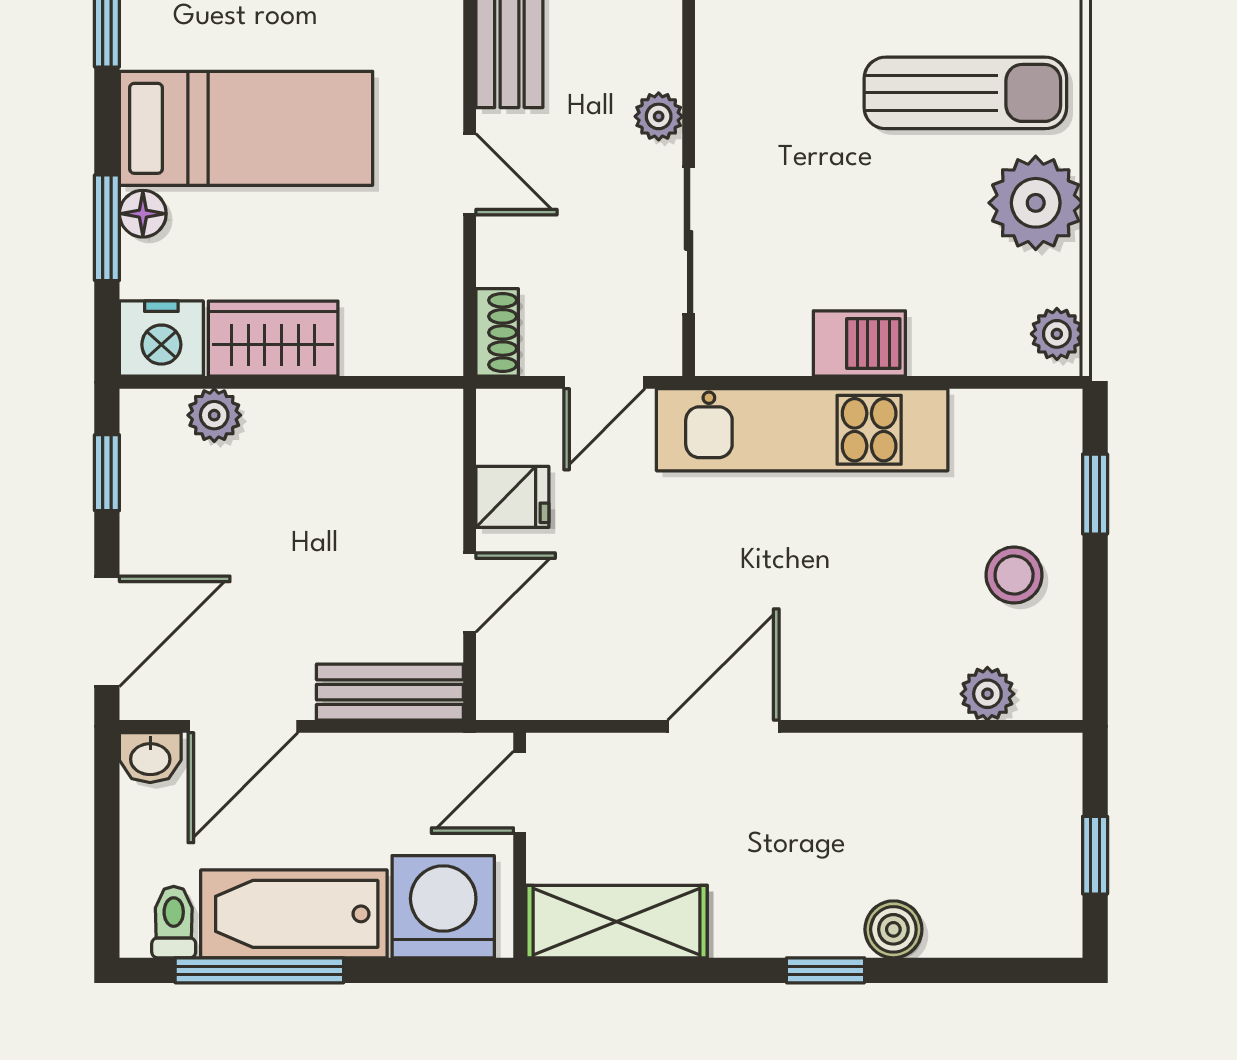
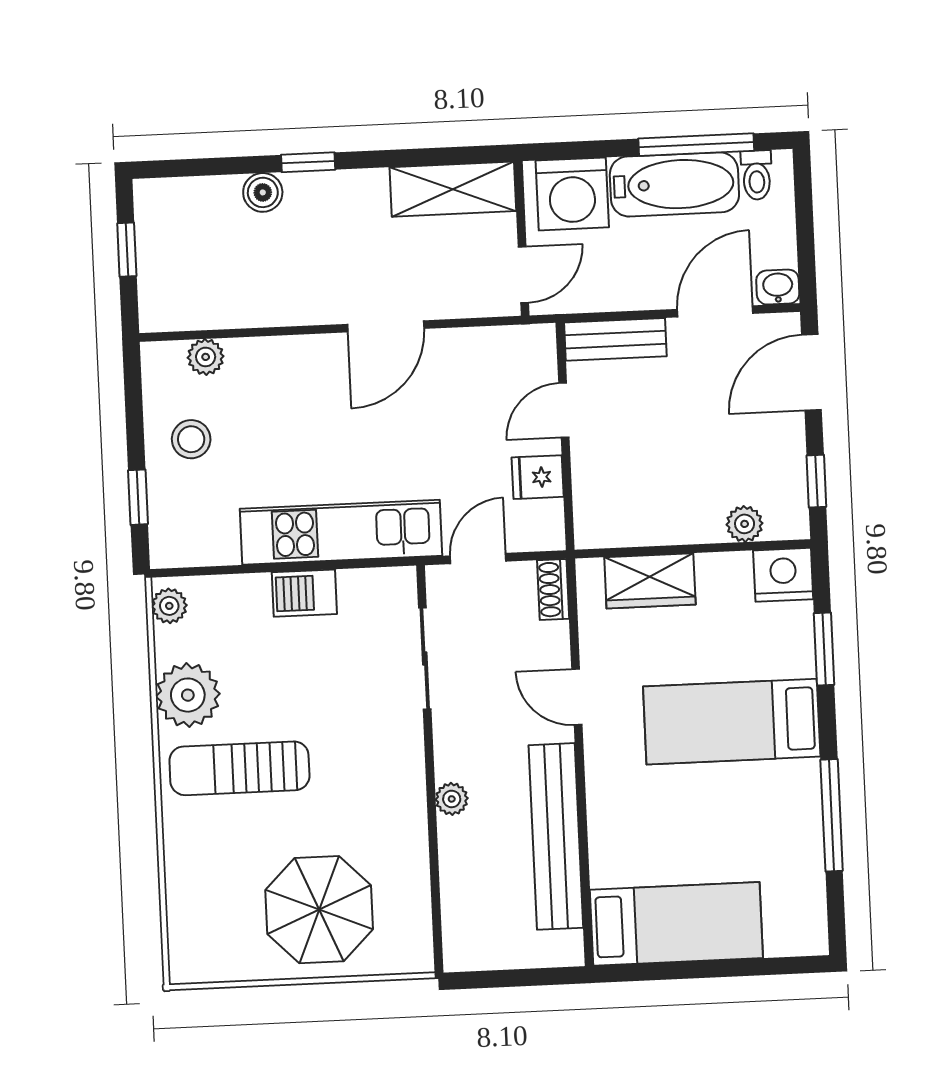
plant: (659, 116) -> (452, 799), moved
floor lamp: (143, 214) -> (800, 660), removed
wardrobe: (273, 339) -> (650, 581), moved

